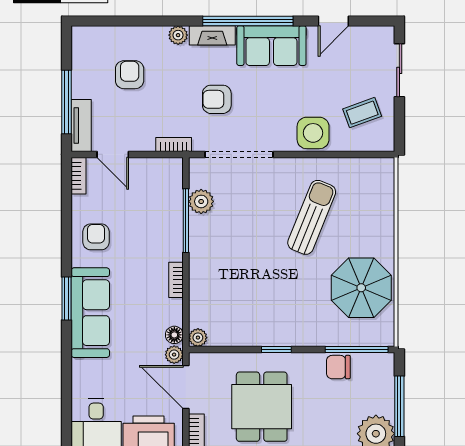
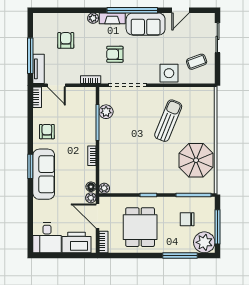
chair: (338, 367) -> (187, 219), moved

